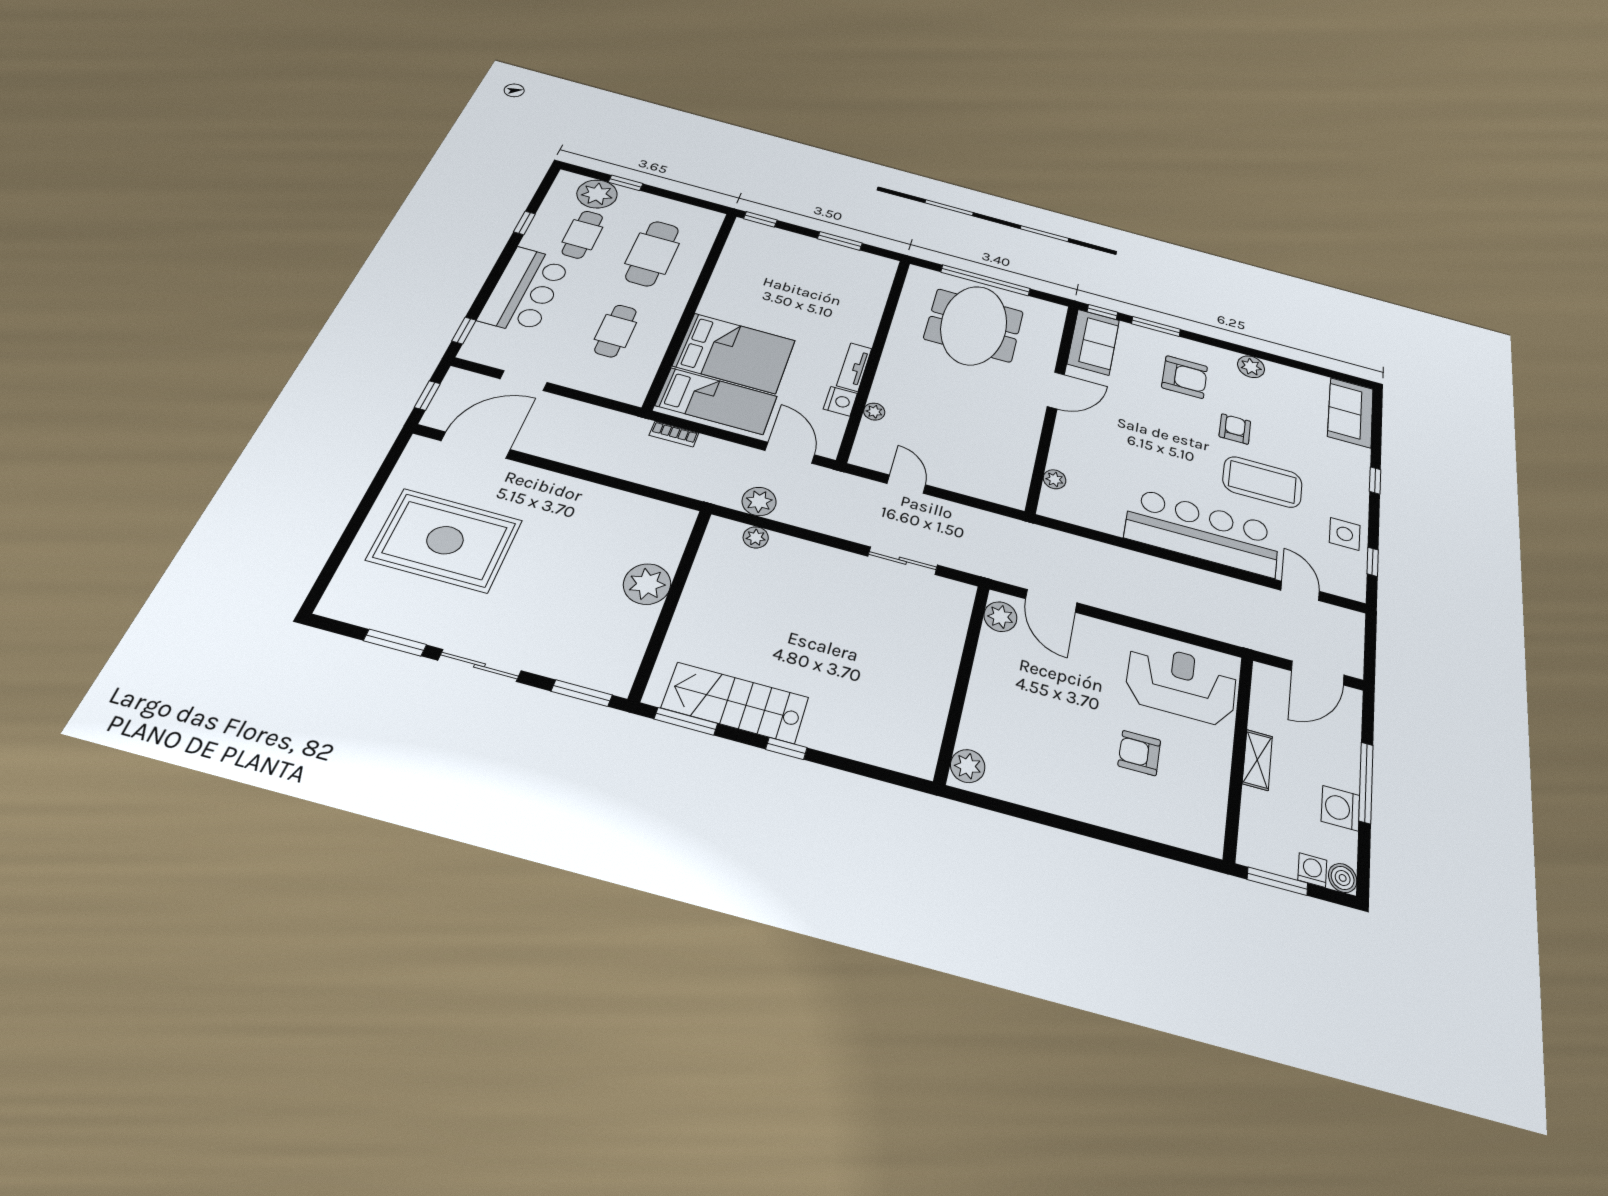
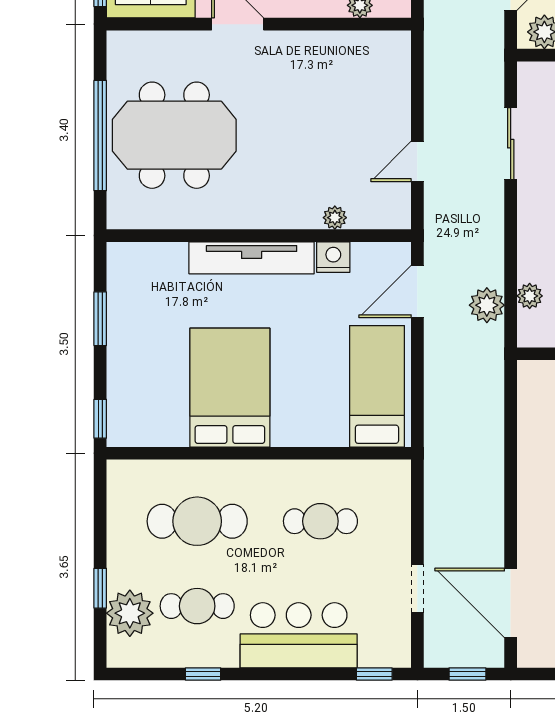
bed: (734, 353) -> (230, 388), moved
tv unit: (854, 367) -> (252, 258), width x1.92, depth x1.29
bookcase: (674, 434) -> (433, 416), removed

